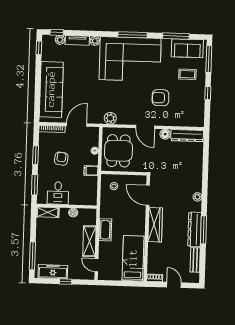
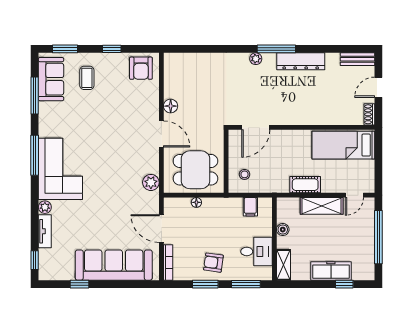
plant: (60, 40) -> (45, 255), removed
window: (39, 48) -> (80, 284), moved
corner sofa: (130, 59) -> (60, 169), width x0.73, depth x0.74
window: (209, 59) -> (65, 49), width x0.69
armchair: (160, 98) -> (141, 68), moved
door: (145, 127) -> (161, 134), hinge flipped
dresser: (187, 136) -> (171, 76), removed
armchair: (61, 159) -> (213, 263), moved
filing cabinet: (91, 171) -> (250, 207), moved
wardrobe: (155, 225) -> (296, 116), removed
window: (203, 230) -> (276, 49), moved
window: (32, 256) -> (344, 284), width x0.46
bench: (195, 260) -> (358, 59), moved
freezer: (53, 272) -> (331, 271), moved, turned 90
window: (66, 282) -> (378, 237), width x3.17

